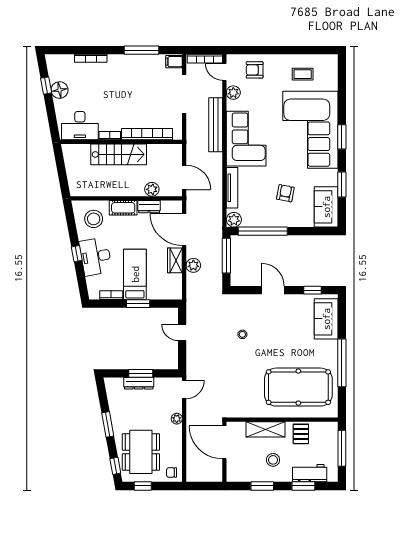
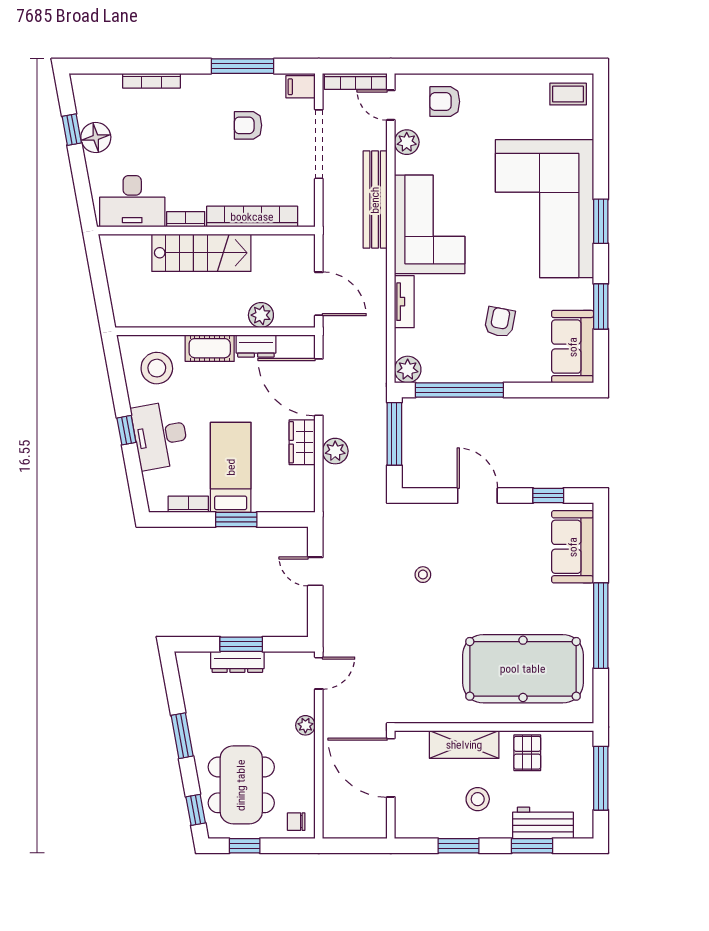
coffee table: (303, 74) -> (568, 94), moved
armchair: (145, 83) -> (248, 125), added
tv unit: (232, 188) -> (404, 302), width x0.71

